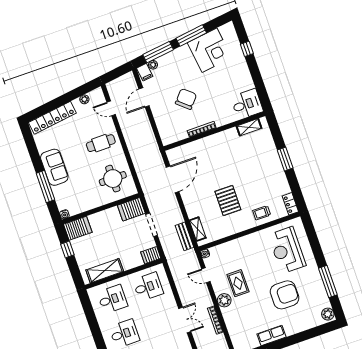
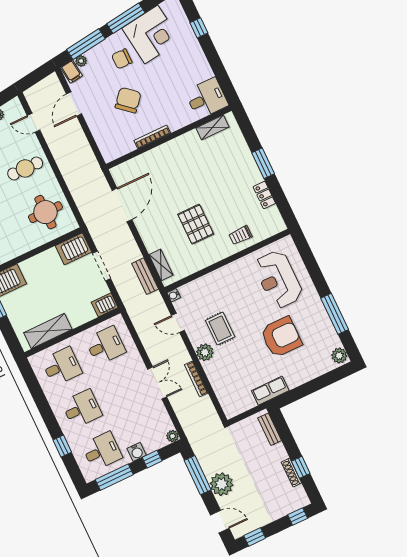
chair: (185, 66) -> (122, 59), added
locker: (290, 204) -> (264, 195), moved

